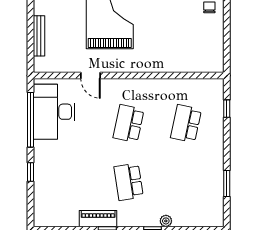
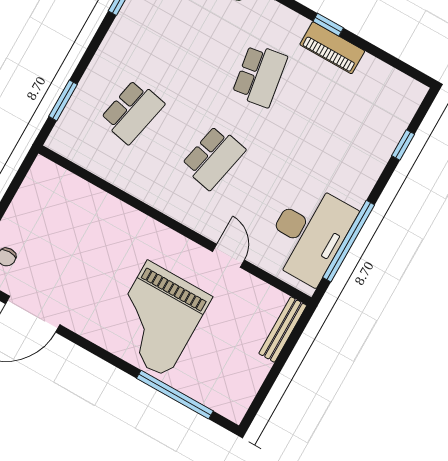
bench: (39, 36) -> (283, 330), moved
window: (227, 109) -> (63, 100), width x1.50
window: (30, 172) -> (403, 145), moved

